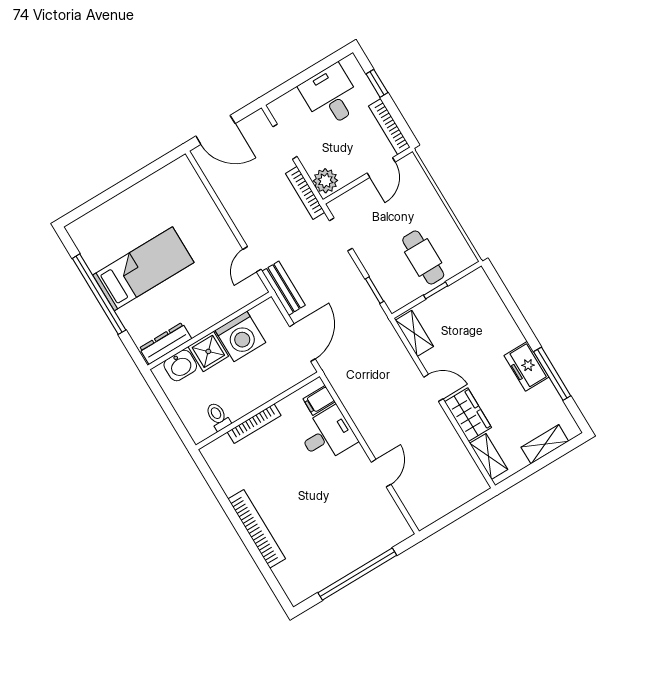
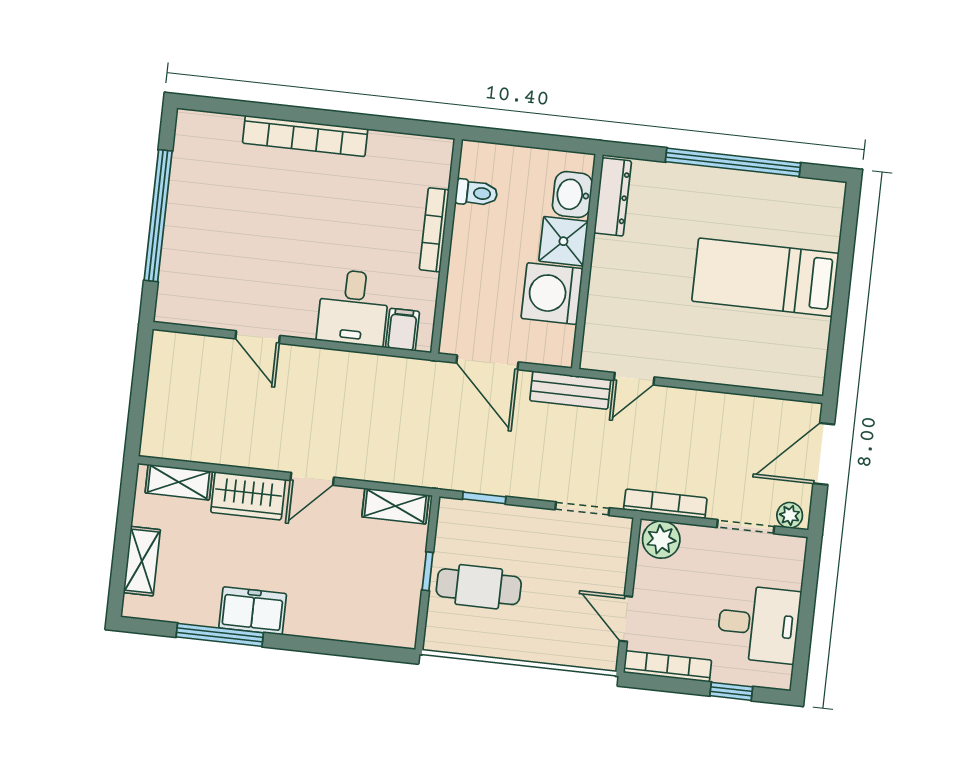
plant: (261, 123) -> (790, 515), added
door: (252, 259) -> (634, 379), swing flipped
bed: (143, 269) -> (765, 277), moved, turned 90

